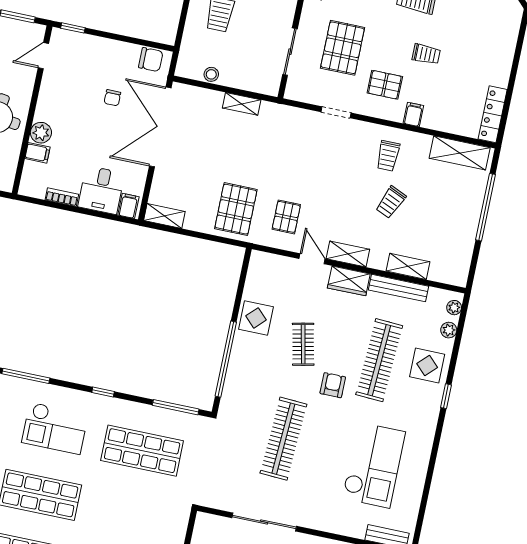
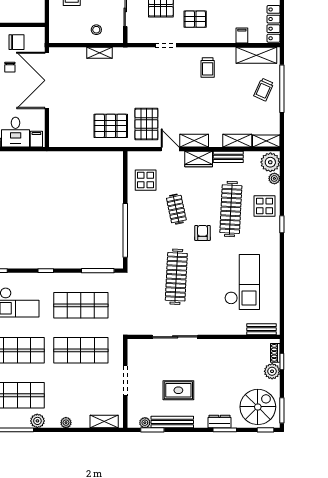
chair: (151, 60) -> (17, 42), moved
stool: (211, 74) -> (96, 30), moved
filing cabinet: (413, 114) -> (242, 35), moved
trolley: (391, 202) -> (264, 89), moved
pallet: (236, 209) -> (111, 126), turned 90
shelving: (164, 216) -> (266, 141), moved
pallet: (286, 217) -> (146, 124), width x1.50, depth x1.42
bench: (398, 288) -> (228, 157), width x0.73
plant: (454, 308) -> (270, 162), width x1.88, depth x1.88
display table: (256, 318) -> (146, 180), moved
shop shelf: (129, 513) -> (81, 350), added

